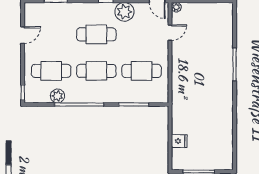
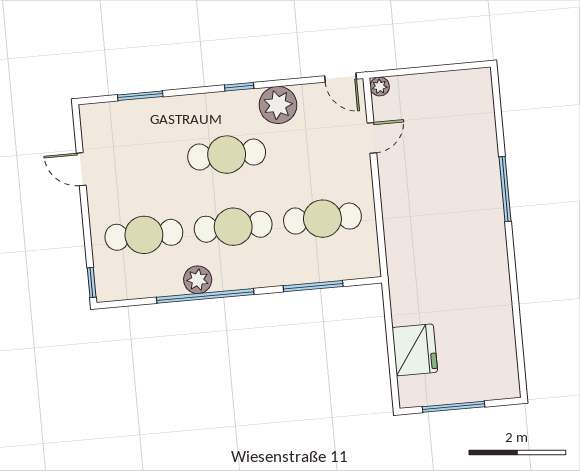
door: (23, 35) -> (81, 169), swing flipped
plant: (57, 96) -> (198, 280), moved
fridge: (179, 141) -> (415, 350), width x1.88, depth x1.34

